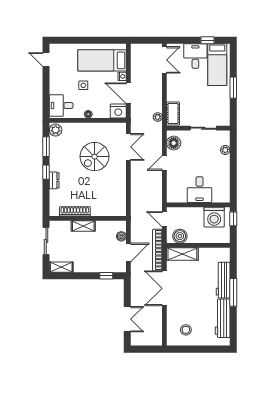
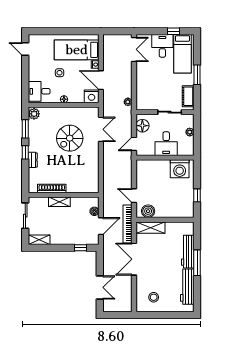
cot: (173, 113) -> (188, 96), moved
desk: (200, 190) -> (166, 144), moved
wall: (198, 205) -> (165, 158), moved
washing machine: (214, 217) -> (180, 169), moved

